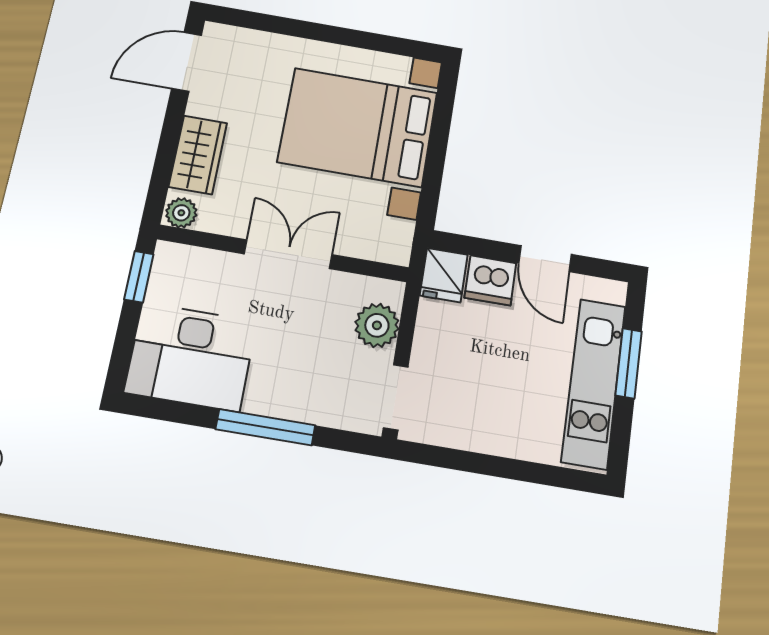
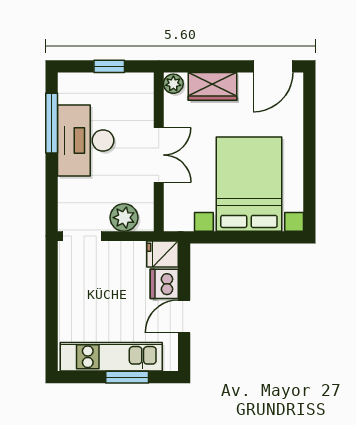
door: (187, 62) -> (273, 66), swing flipped
window: (139, 277) -> (109, 66), moved
desk: (191, 357) -> (86, 141), moved
window: (265, 427) -> (52, 123), moved

